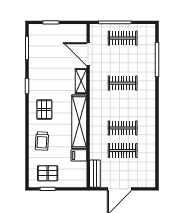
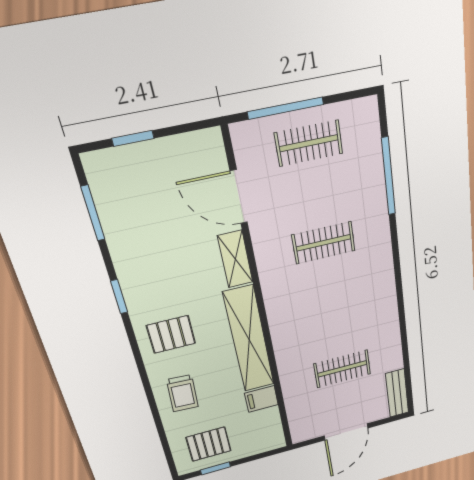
pallet: (44, 110) -> (171, 334), turned 90
clothes rail: (123, 128) -> (337, 329), removed
bench: (95, 174) -> (397, 393), moved

